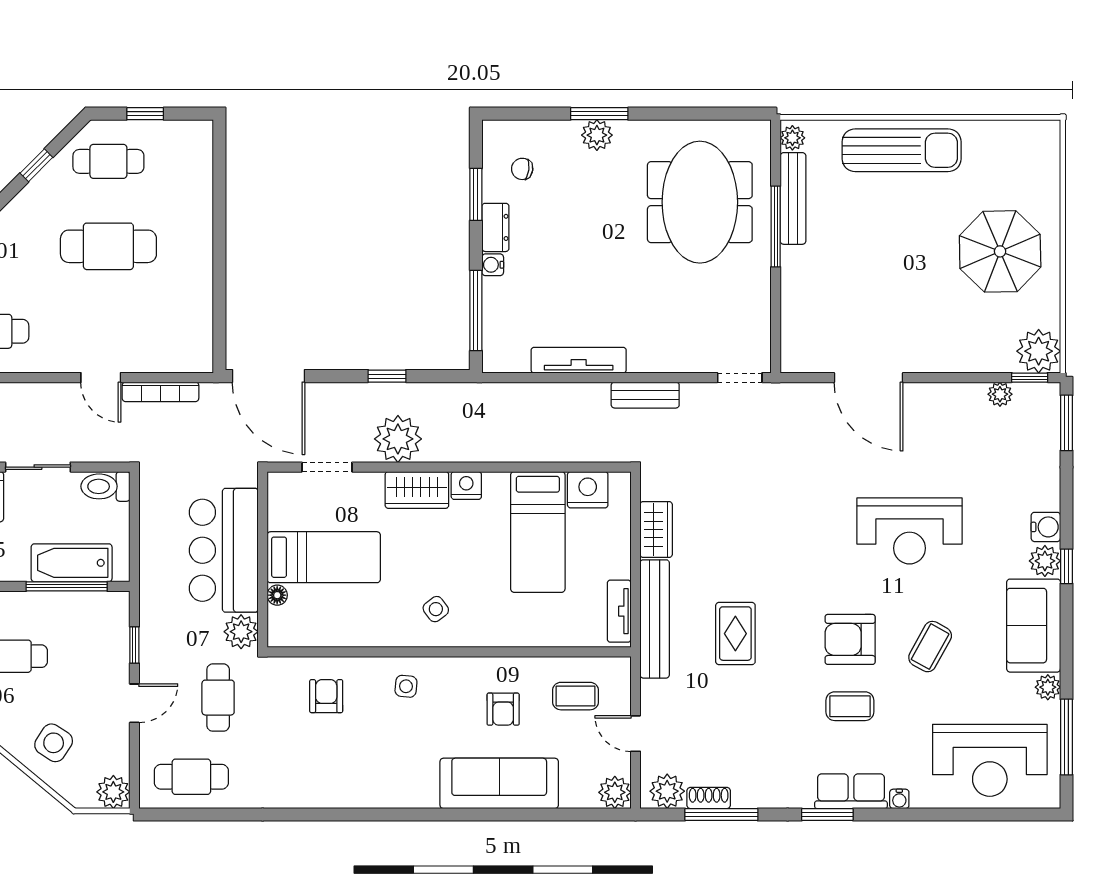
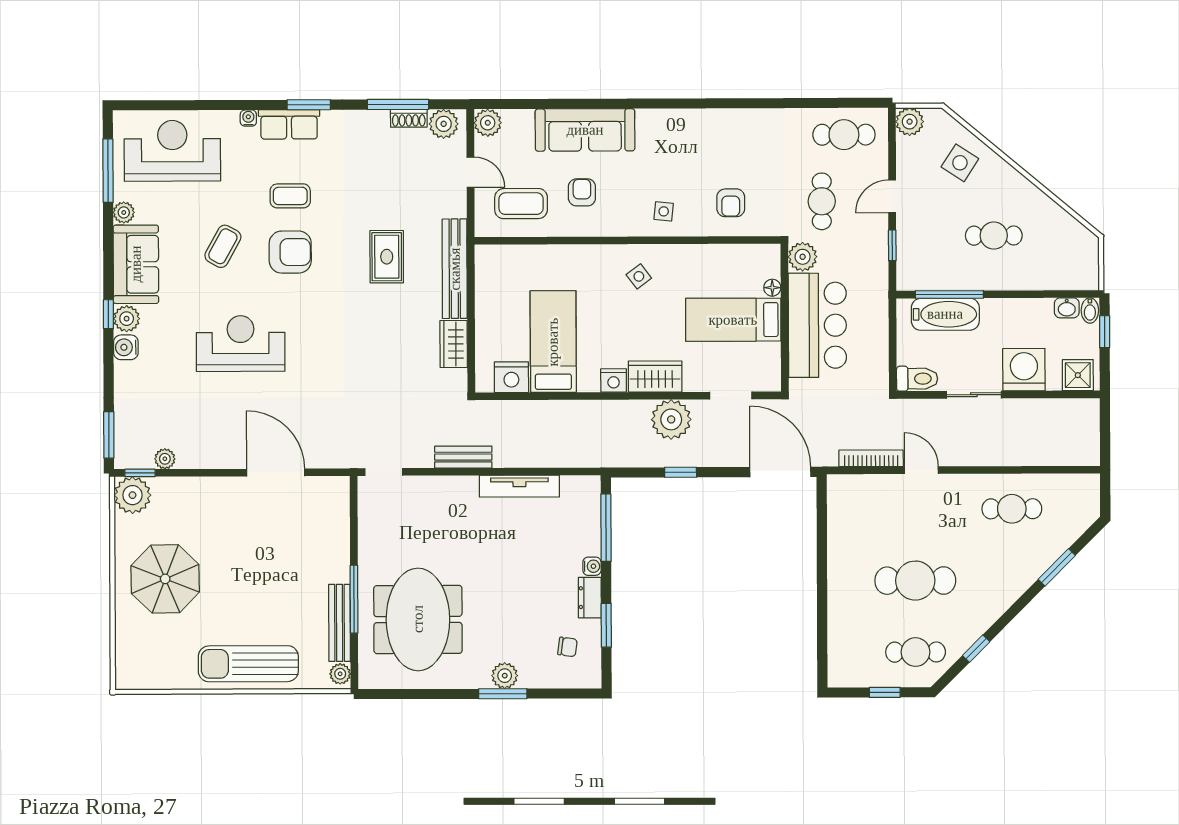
tv unit: (619, 611) -> (485, 275), removed
coffee table: (575, 696) -> (521, 204), width x1.36, depth x1.30

